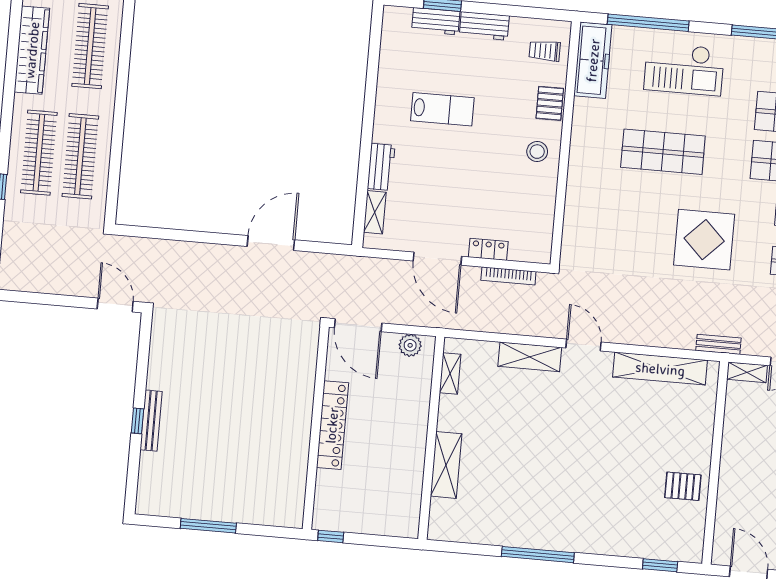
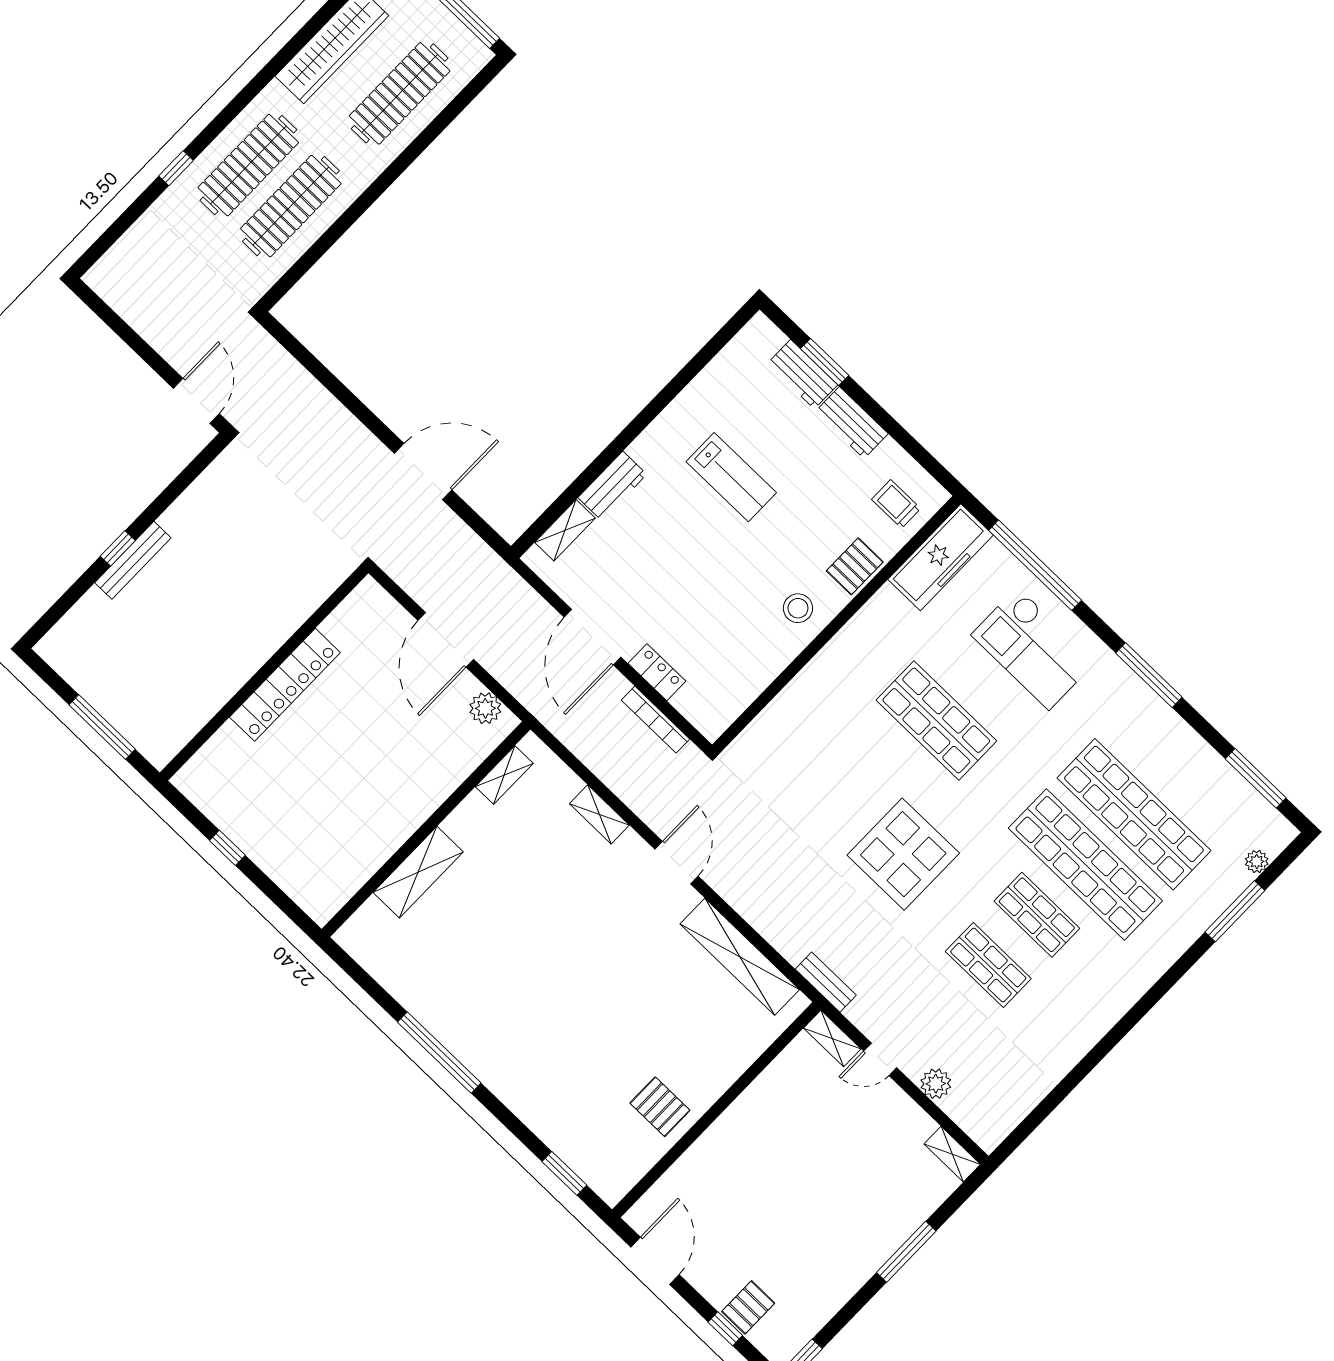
shelving: (530, 357) -> (599, 814), width x0.67, depth x0.75
locker: (332, 425) -> (285, 685), moved
wall: (316, 428) -> (264, 673), moved

